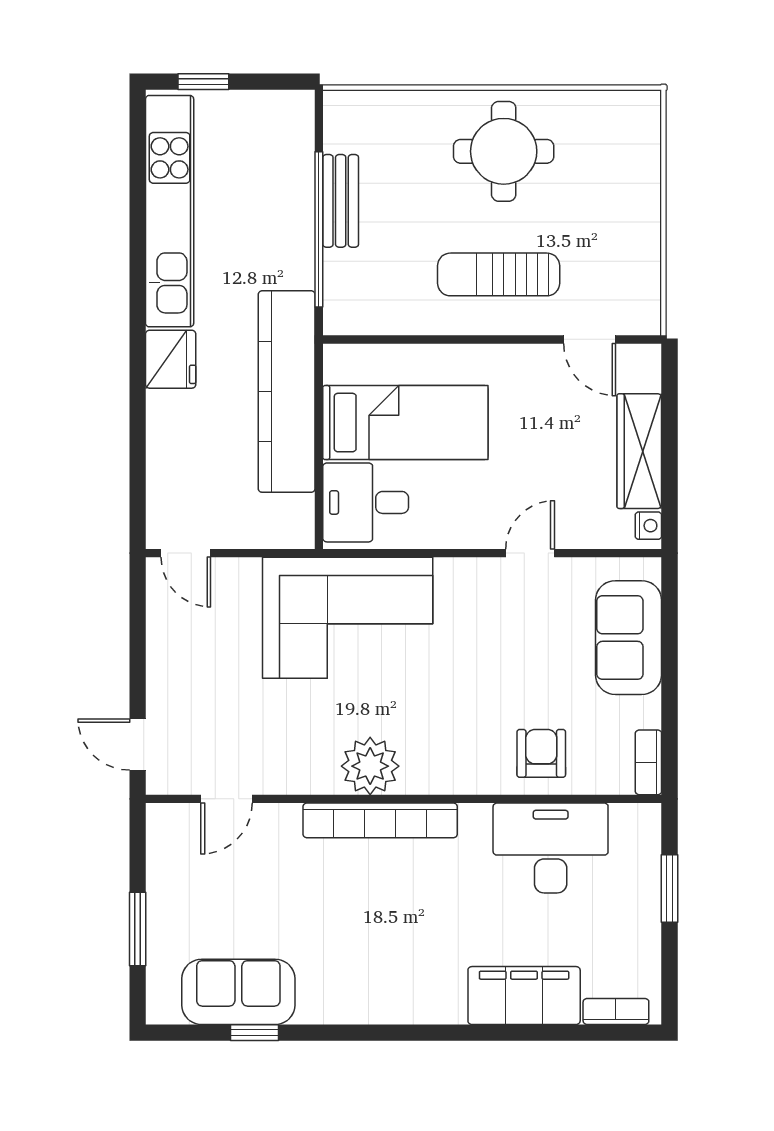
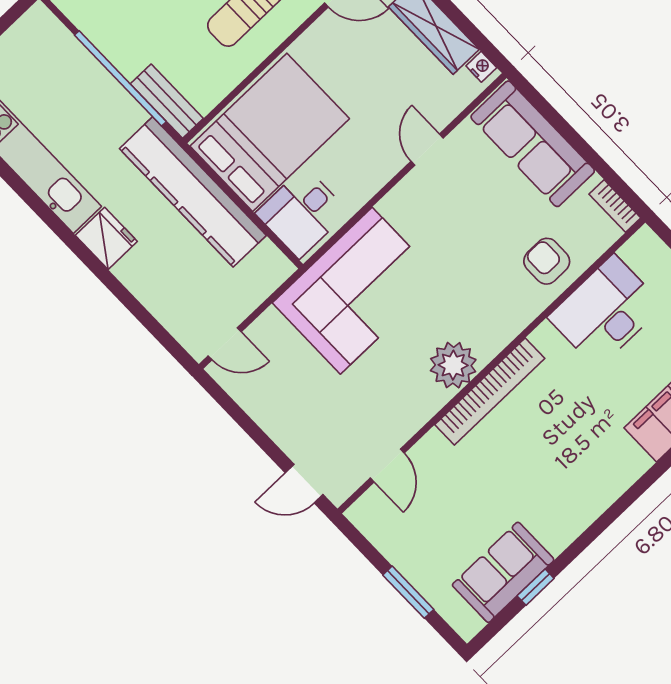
bench: (341, 201) -> (167, 101), moved
bed: (405, 423) -> (270, 132), width x1.50
sofa: (629, 638) -> (533, 144), width x1.36

